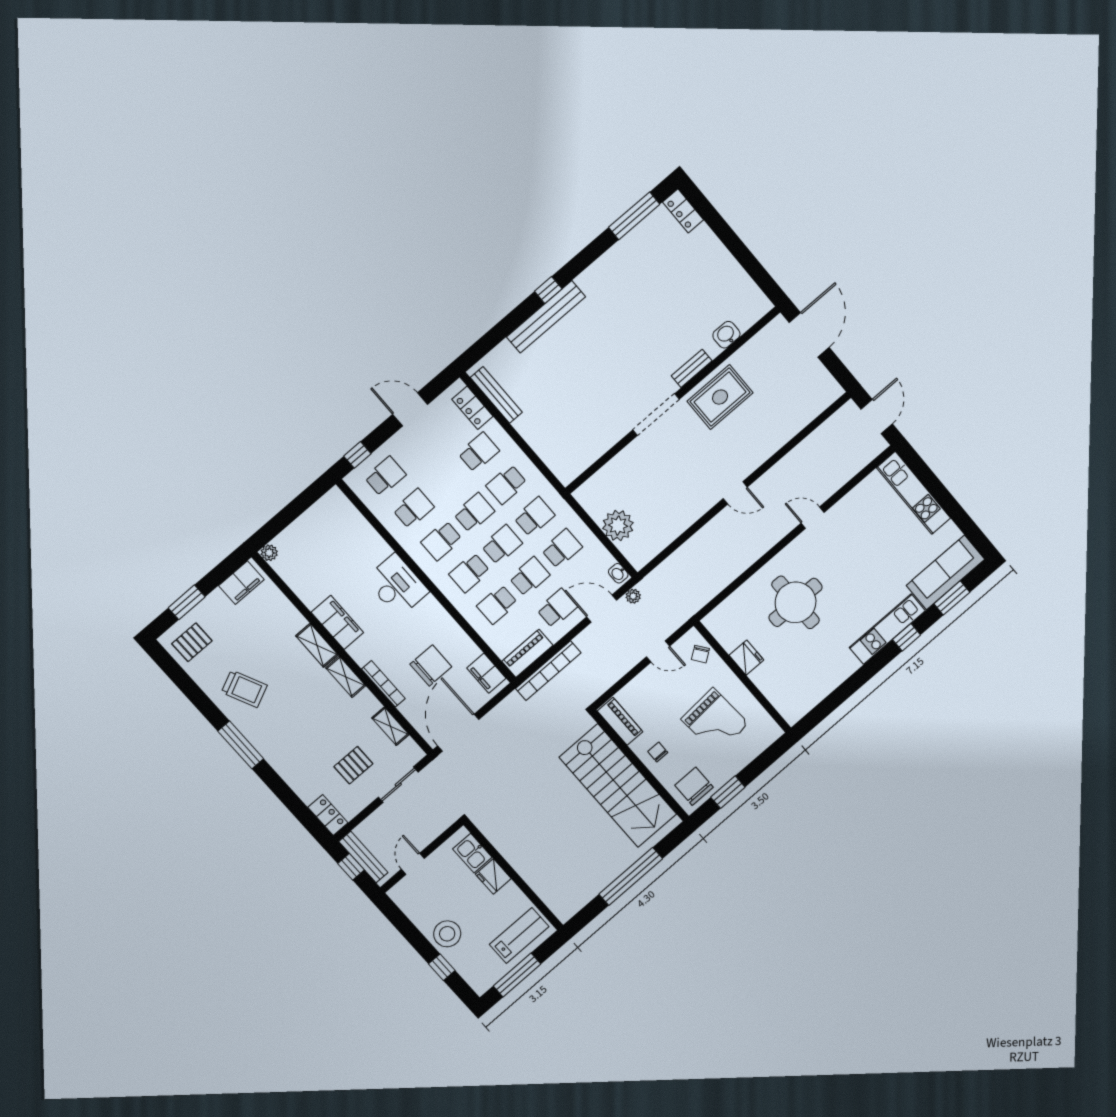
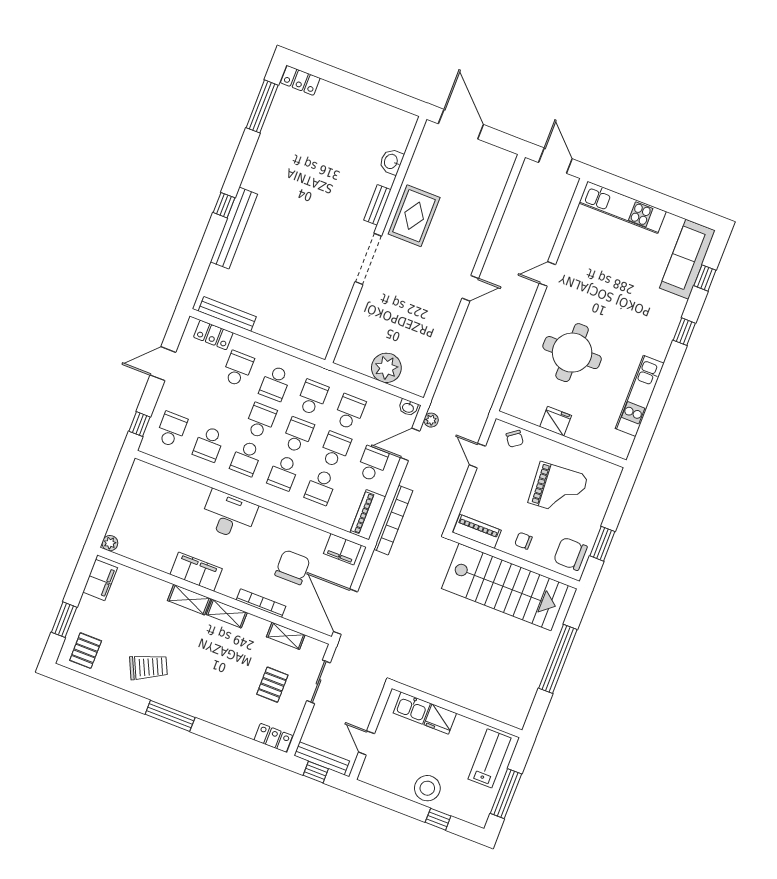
school desk: (413, 509) -> (209, 444), turned 180
window: (952, 598) -> (705, 278), width x0.67
kitchen unit: (887, 629) -> (640, 396), moved
door: (658, 652) -> (477, 456), swing flipped

